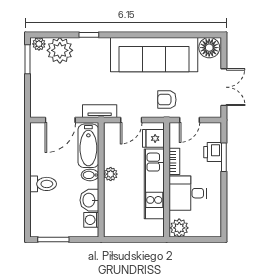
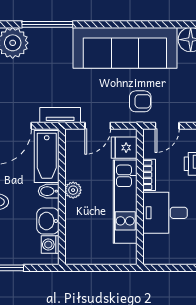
window: (89, 35) -> (47, 24), width x2.17
armchair: (167, 100) -> (140, 101), turned 180
plant: (179, 228) -> (155, 254), removed

